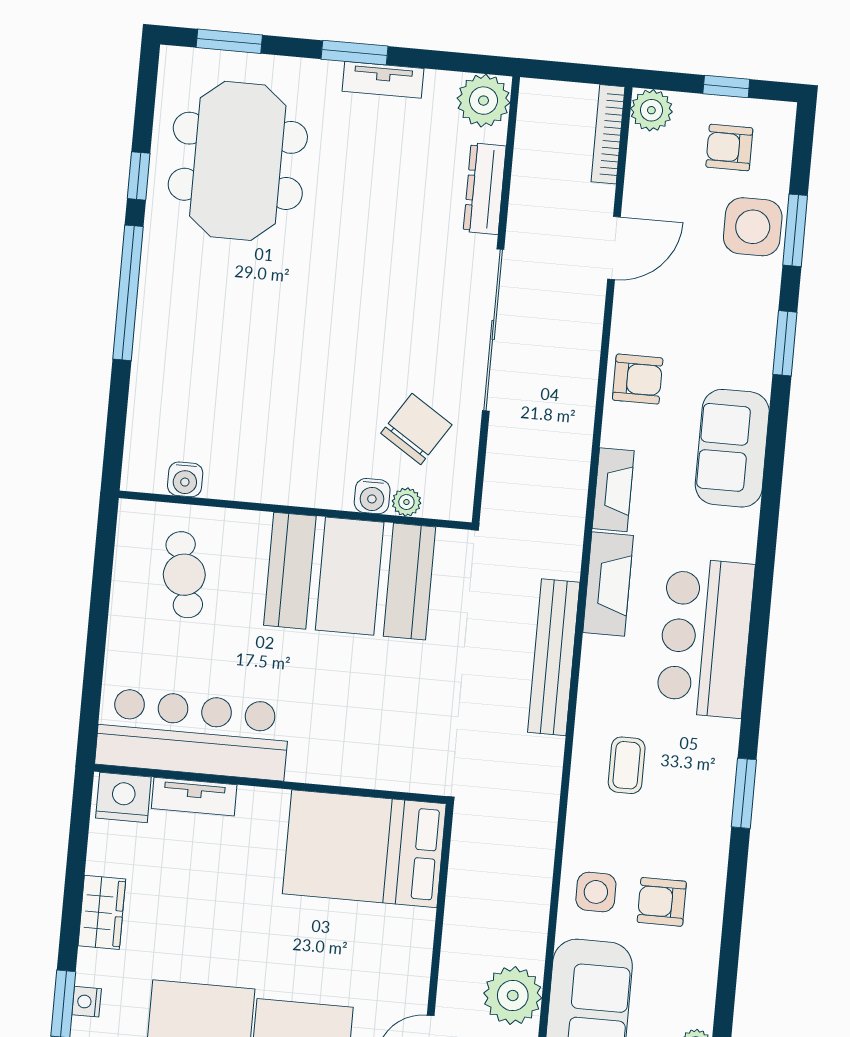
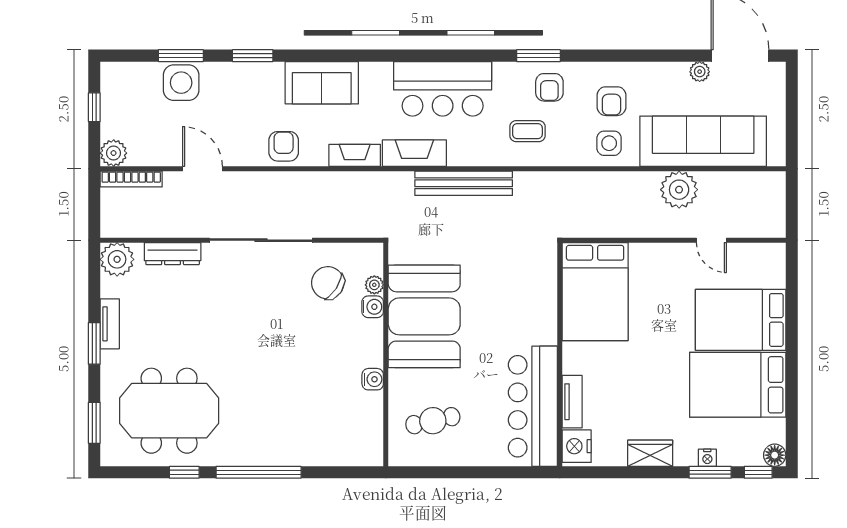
armchair: (729, 147) -> (549, 87), moved
water cooler: (185, 479) -> (373, 379), moved

